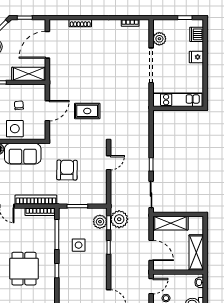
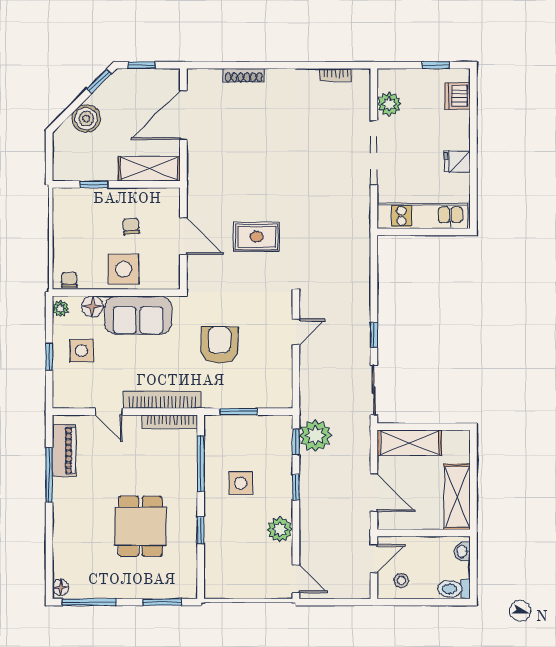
fridge: (196, 57) -> (457, 161), moved
door: (47, 111) -> (183, 236), hinge flipped
plant: (100, 222) -> (280, 529), moved

